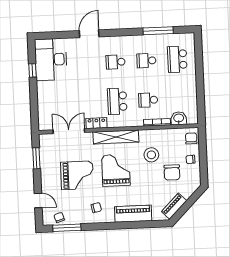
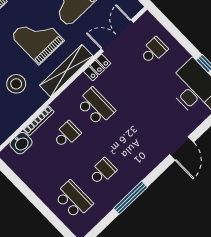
window: (158, 31) -> (130, 198), moved
school desk: (116, 62) -> (154, 51), moved
double door: (69, 131) -> (117, 36), swing flipped
grand piano: (116, 170) -> (37, 38), turned 180

